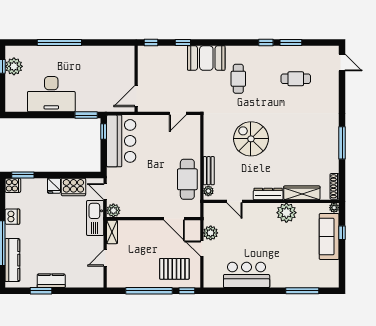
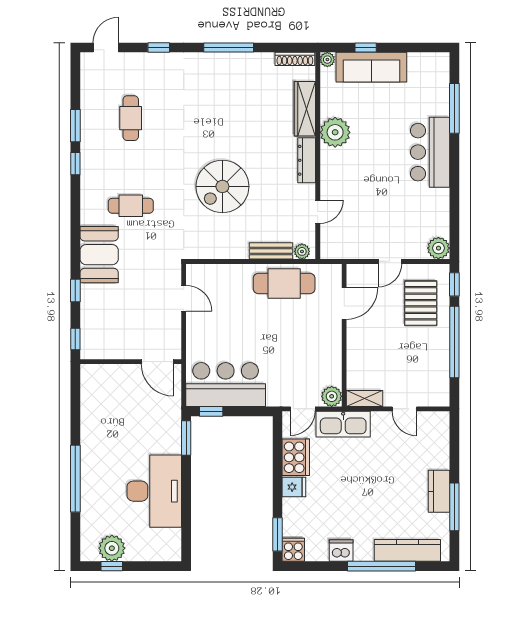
window: (342, 97) -> (159, 47), added
plant: (211, 233) -> (438, 248), moved
bar counter: (247, 275) -> (430, 152), moved
window: (41, 291) -> (454, 507), width x1.44

